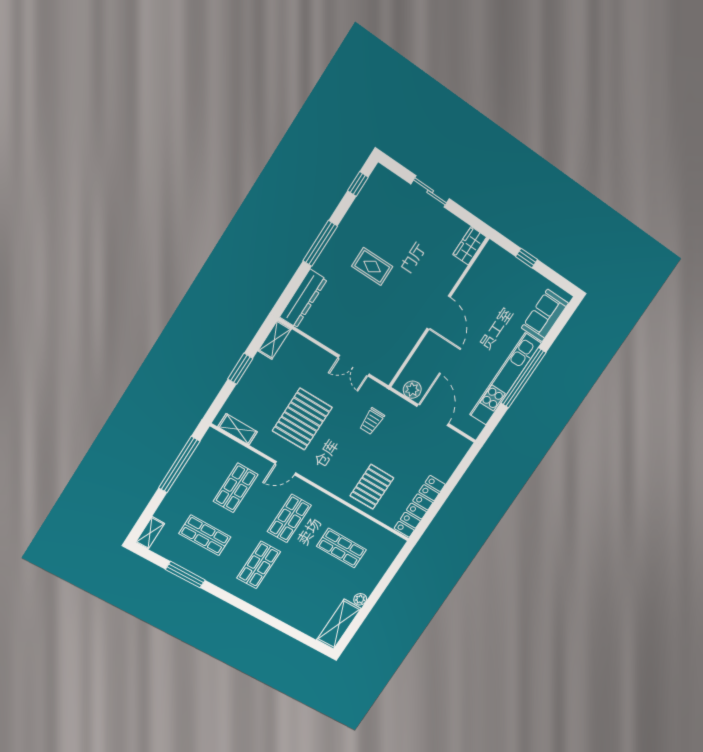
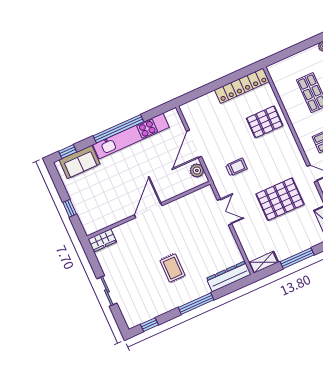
window: (564, 318) -> (68, 152), added
window: (240, 369) -> (297, 258), width x1.44

